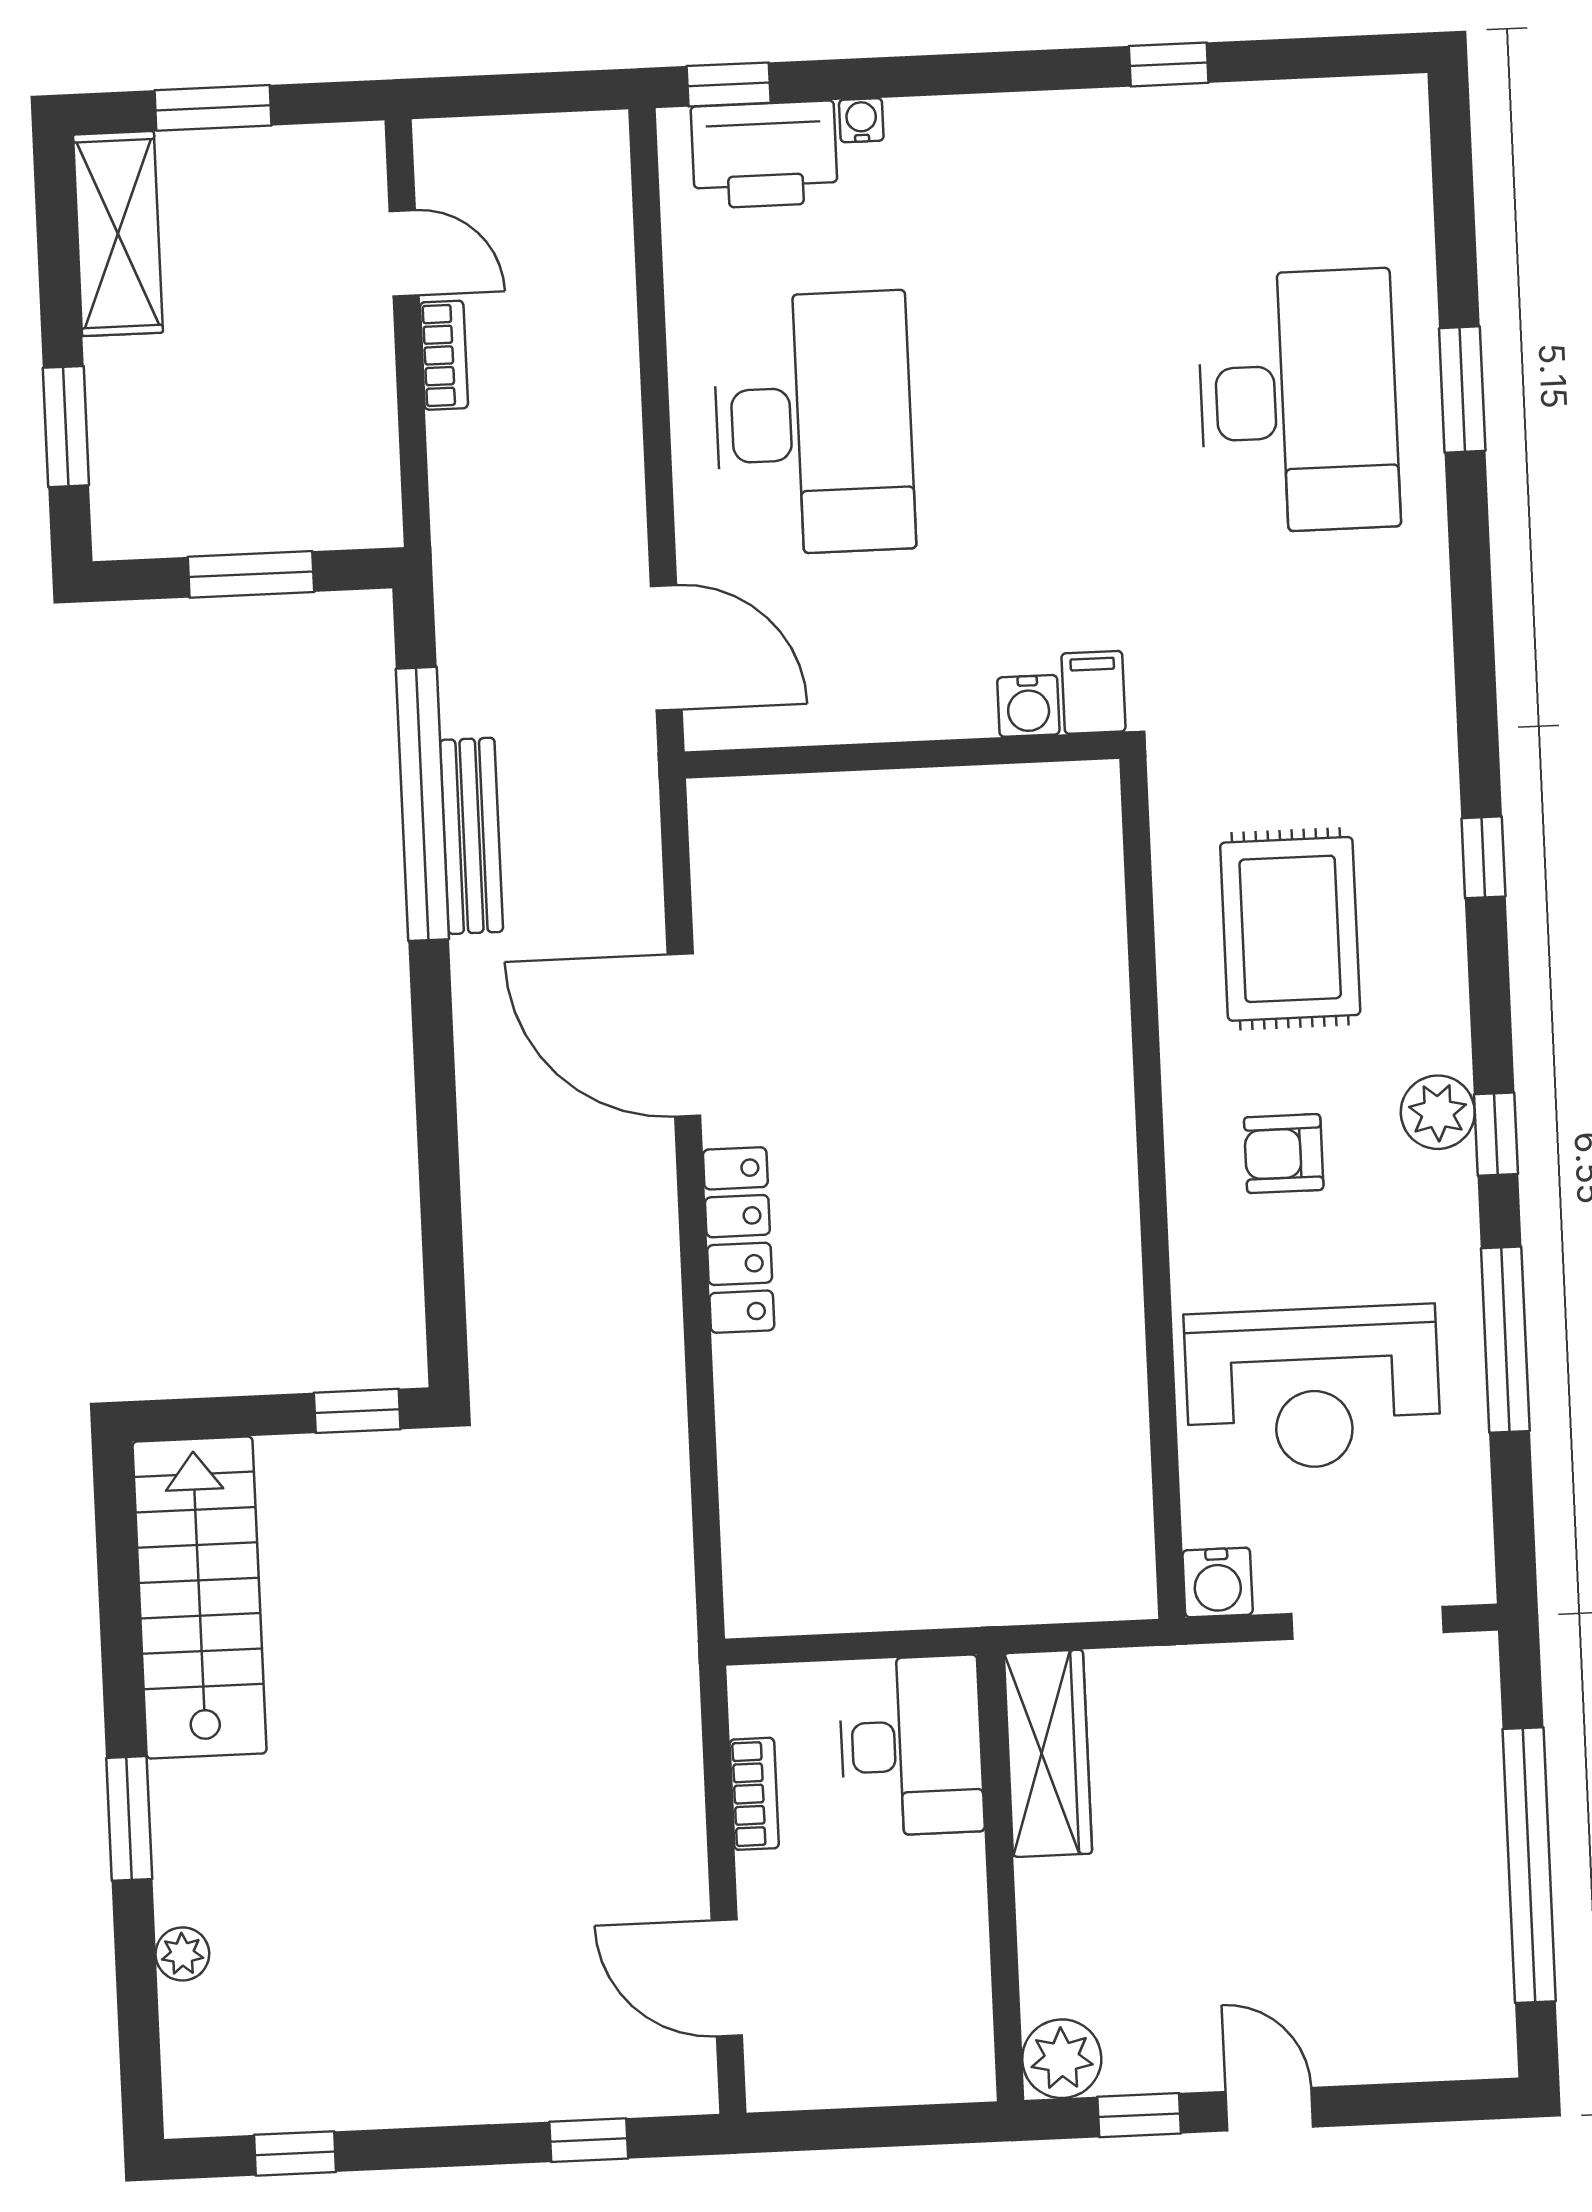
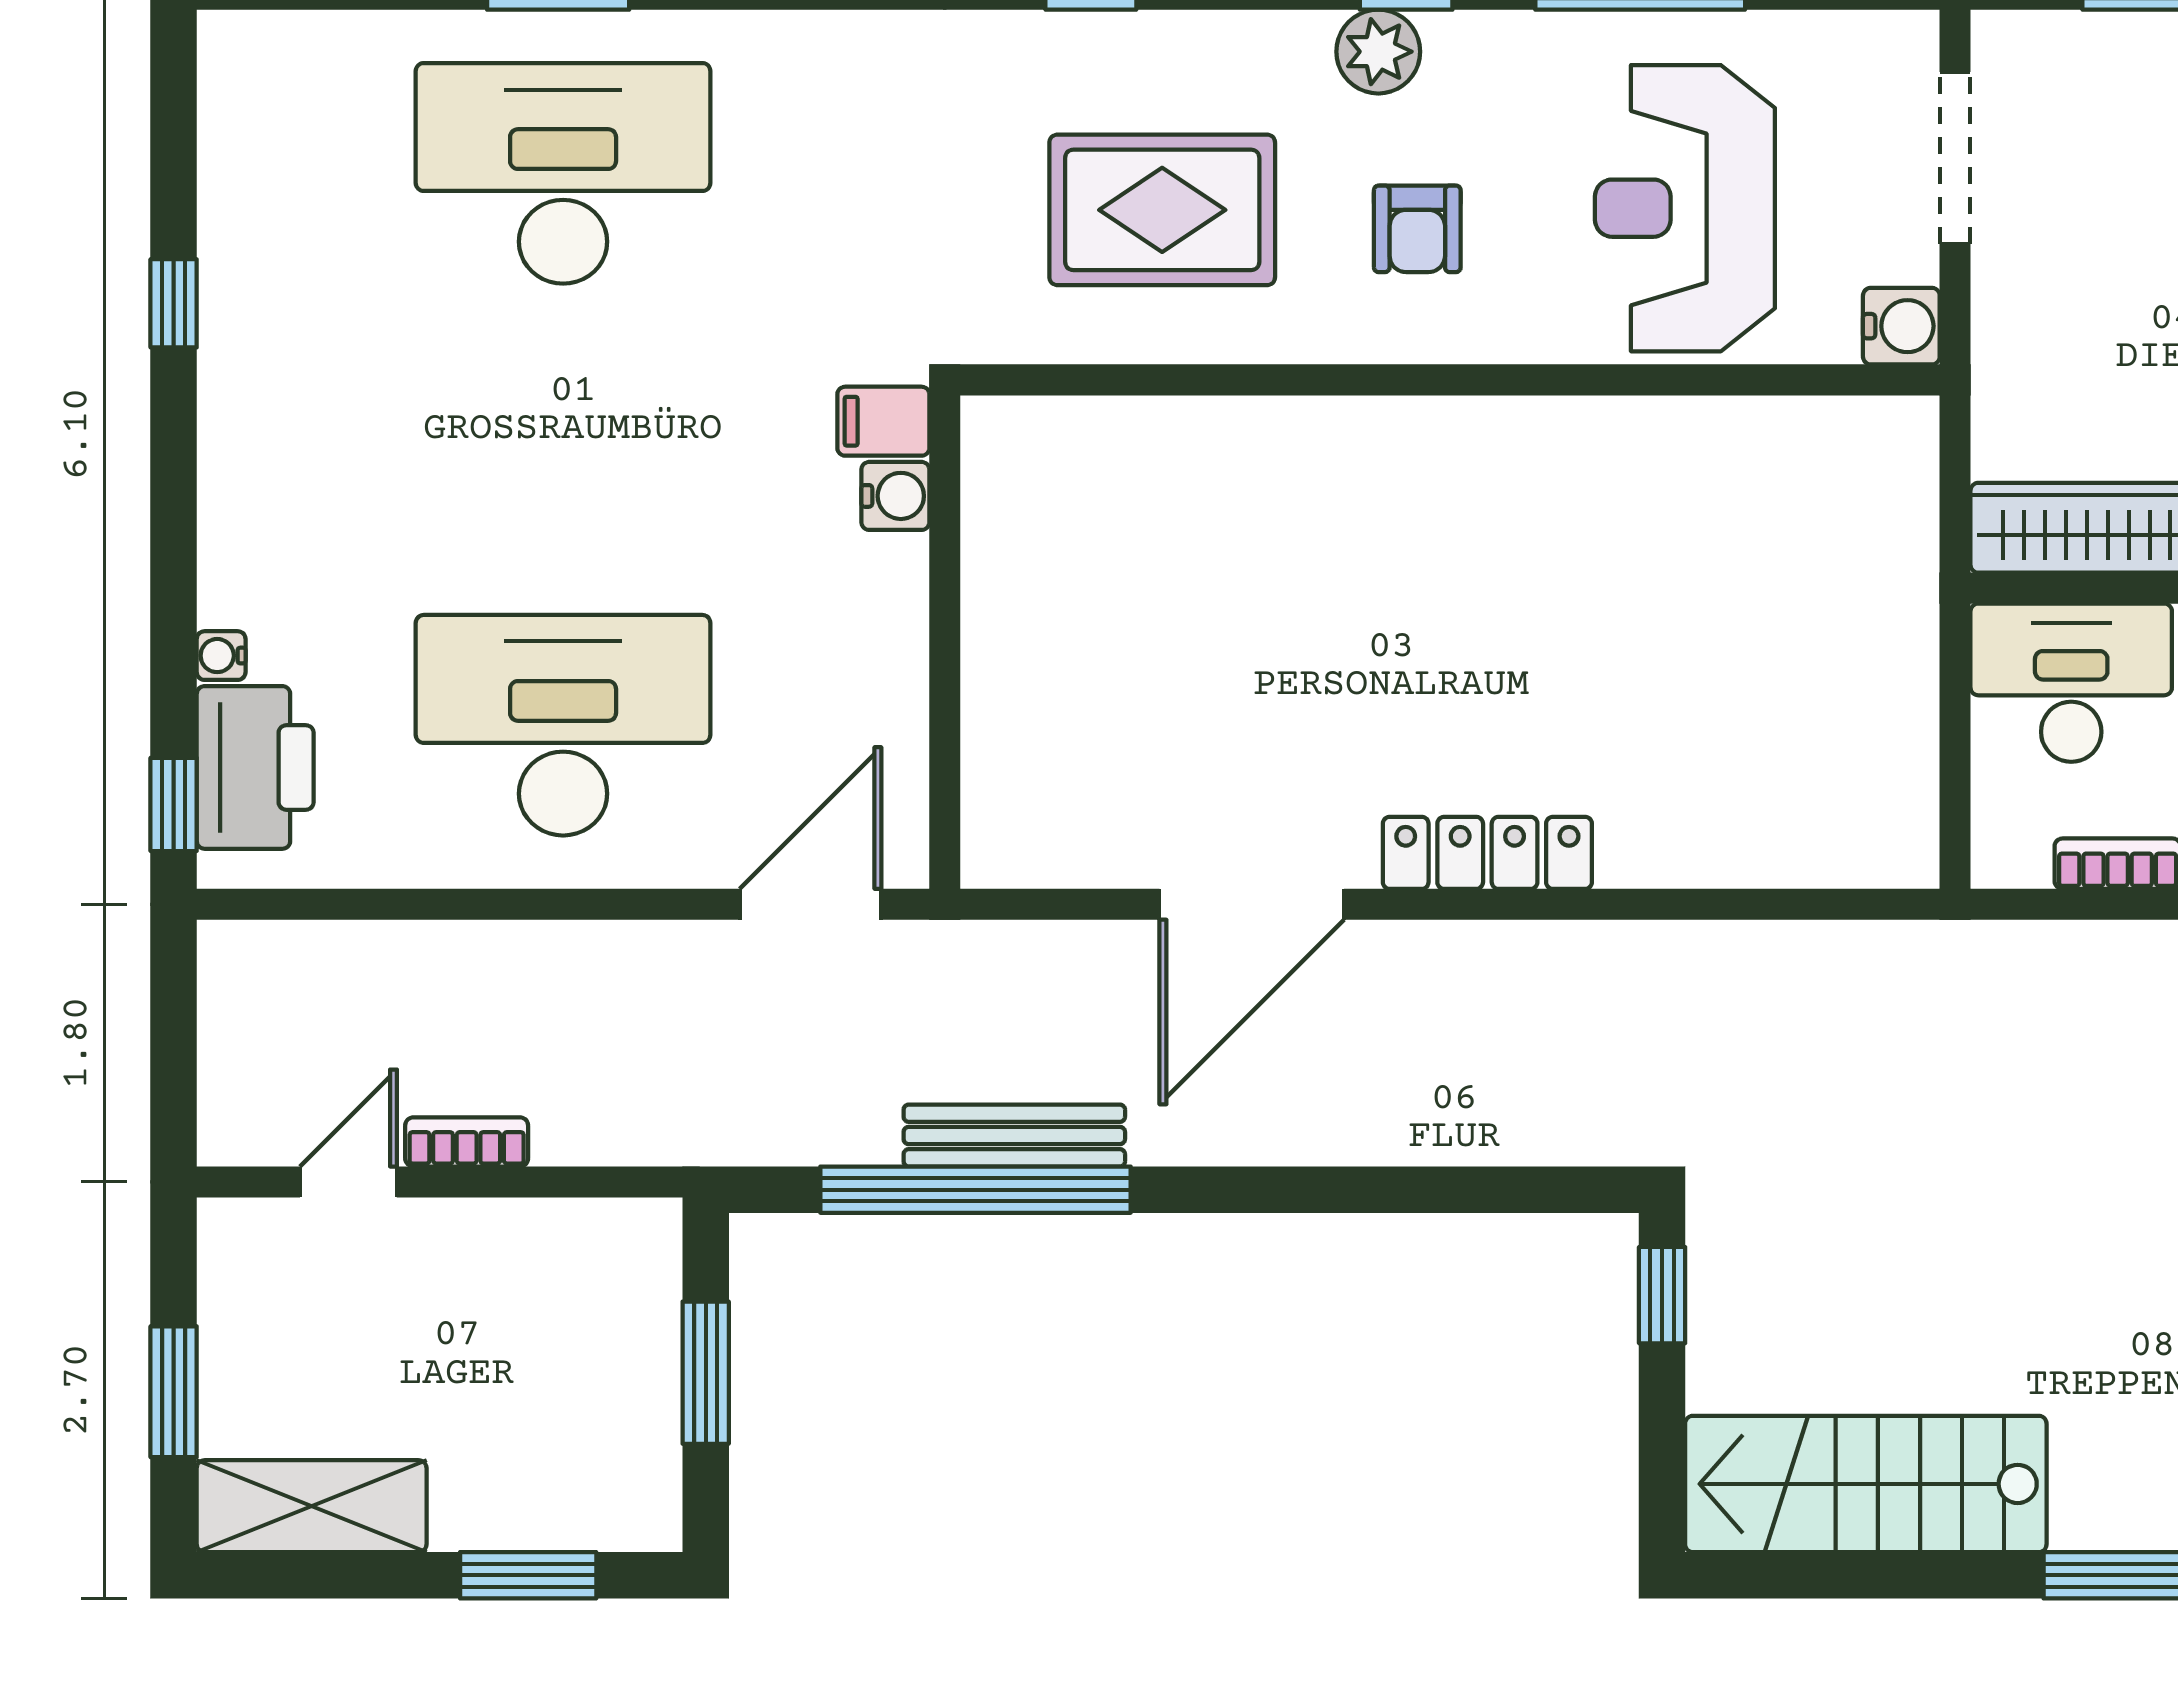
reception desk: (1313, 1388) -> (1685, 208), turned 180

